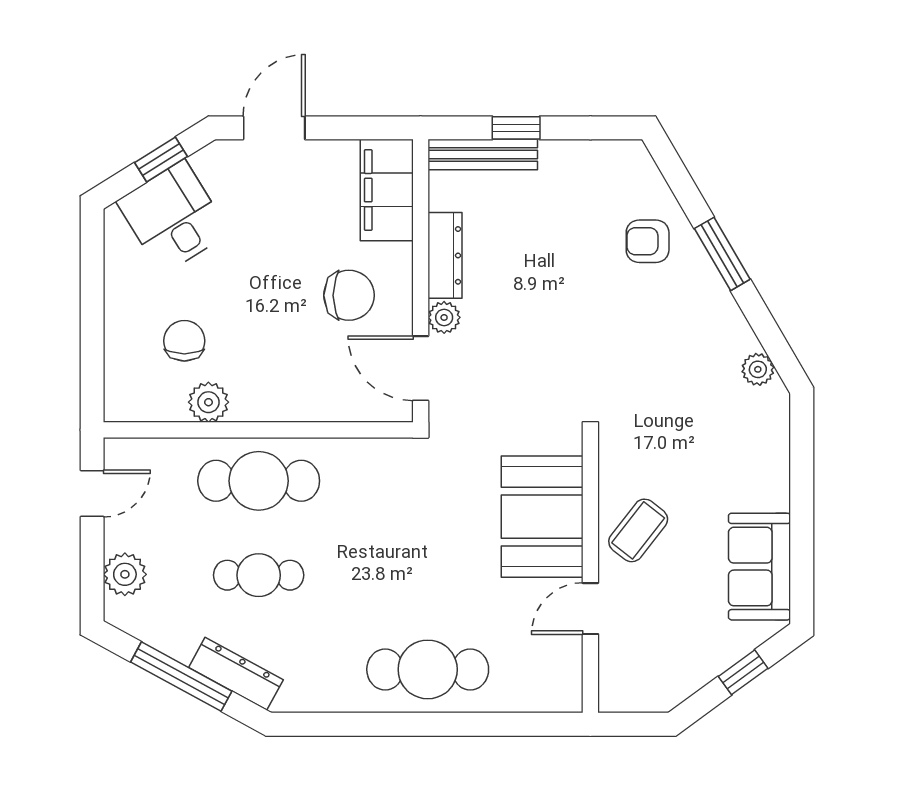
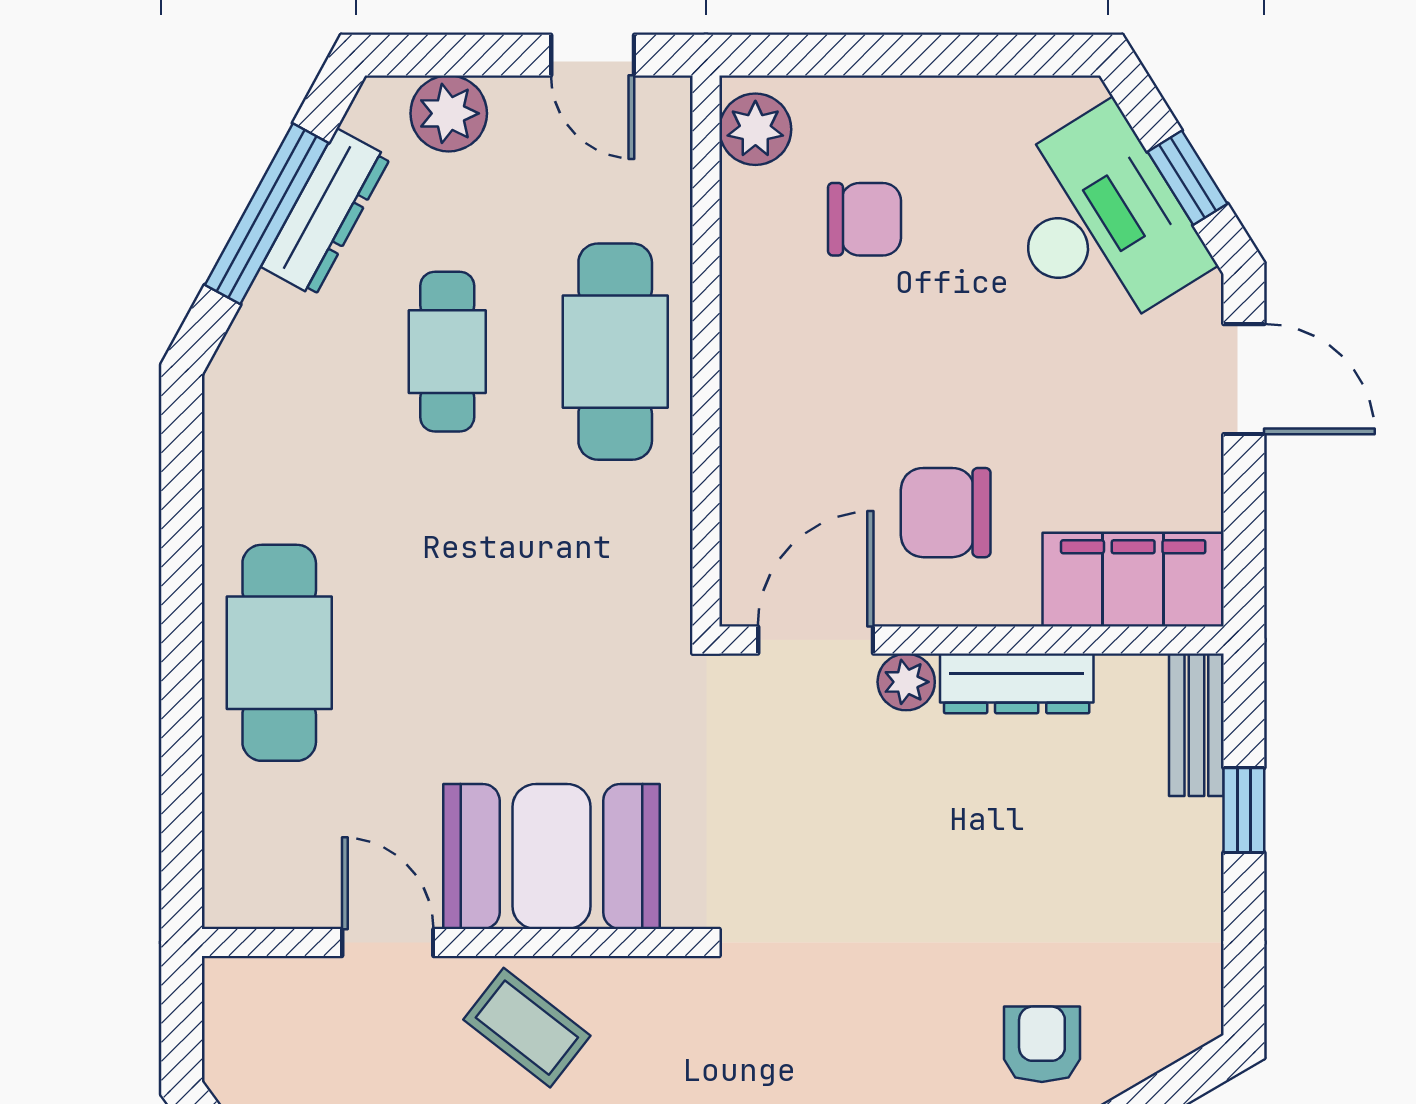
bench: (483, 154) -> (1196, 725), width x0.73
desk: (173, 217) -> (1099, 222), width x1.37
chair: (349, 295) -> (946, 513), turned 90
plant: (208, 402) -> (755, 129), moved
dresser: (236, 674) -> (326, 212), moved

